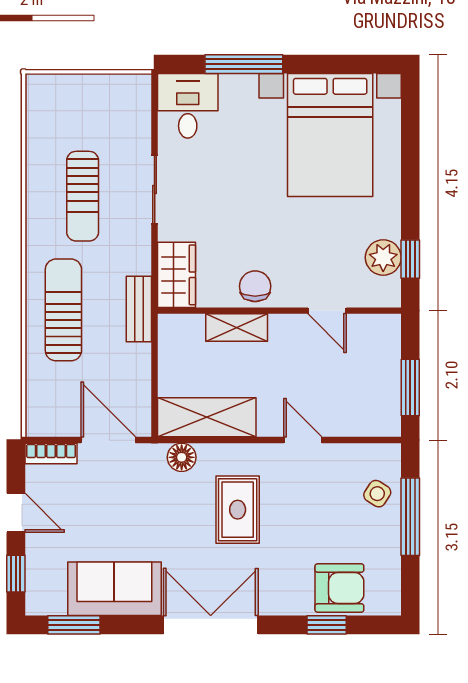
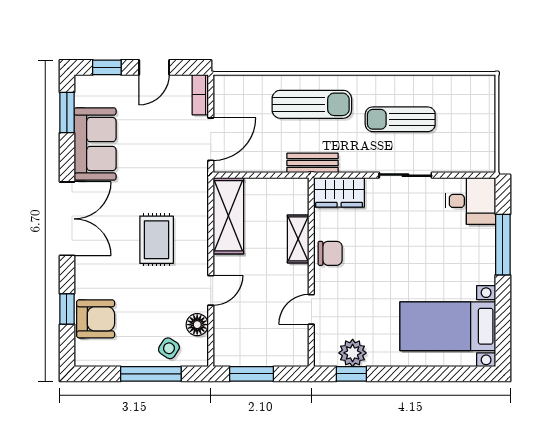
bed with nightstands: (330, 135) -> (448, 326), width x0.73
floor lamp: (182, 457) -> (197, 325), moved
rug: (238, 510) -> (157, 240), turned 90
armchair: (339, 588) -> (96, 319), turned -90

